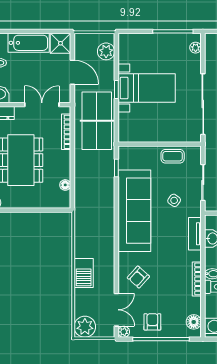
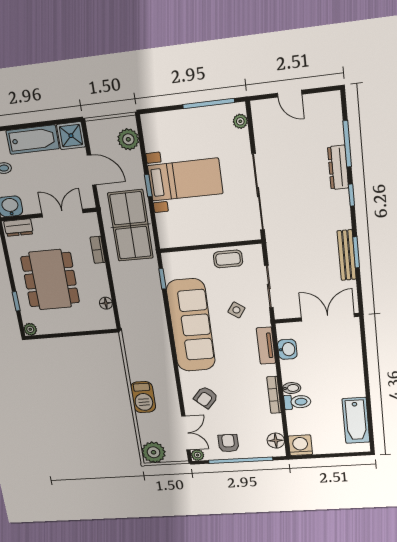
bookcase: (66, 132) -> (98, 250), width x0.64

